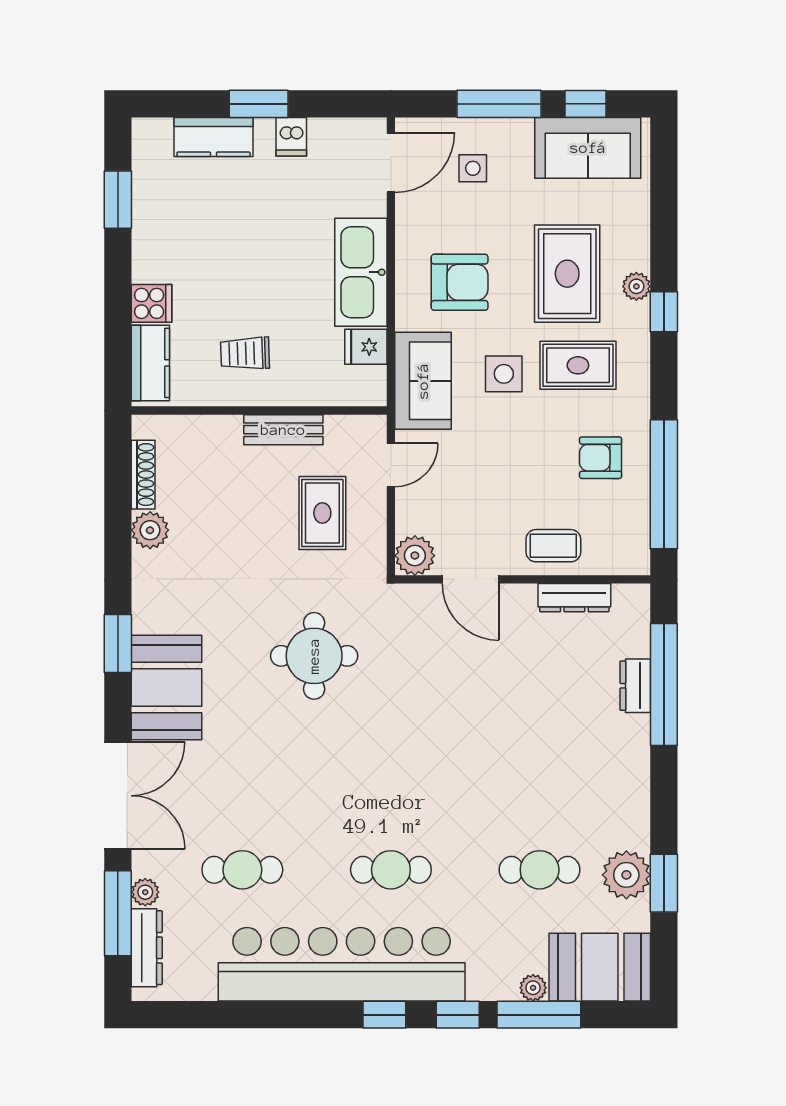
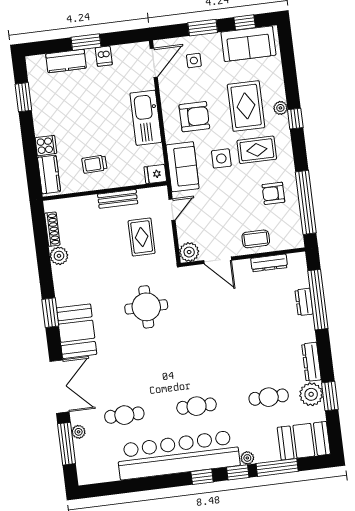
window: (499, 104) -> (203, 28), width x0.69
fridge: (366, 347) -> (155, 174), moved
dresser: (147, 948) -> (311, 362), moved, turned 180
plant: (533, 988) -> (247, 458), moved

